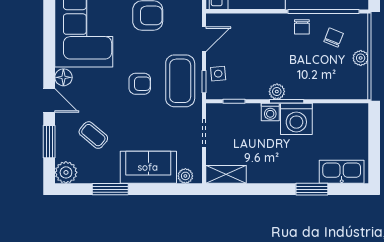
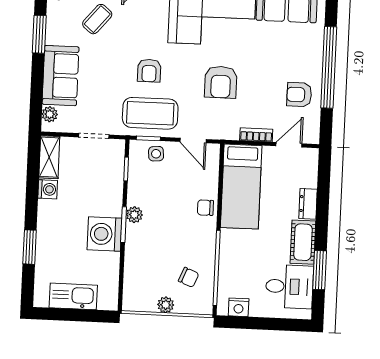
chair: (302, 27) -> (205, 208), moved
washing machine: (270, 112) -> (48, 189), moved, turned 180
kitchen sink: (342, 172) -> (73, 296), moved, turned -90

